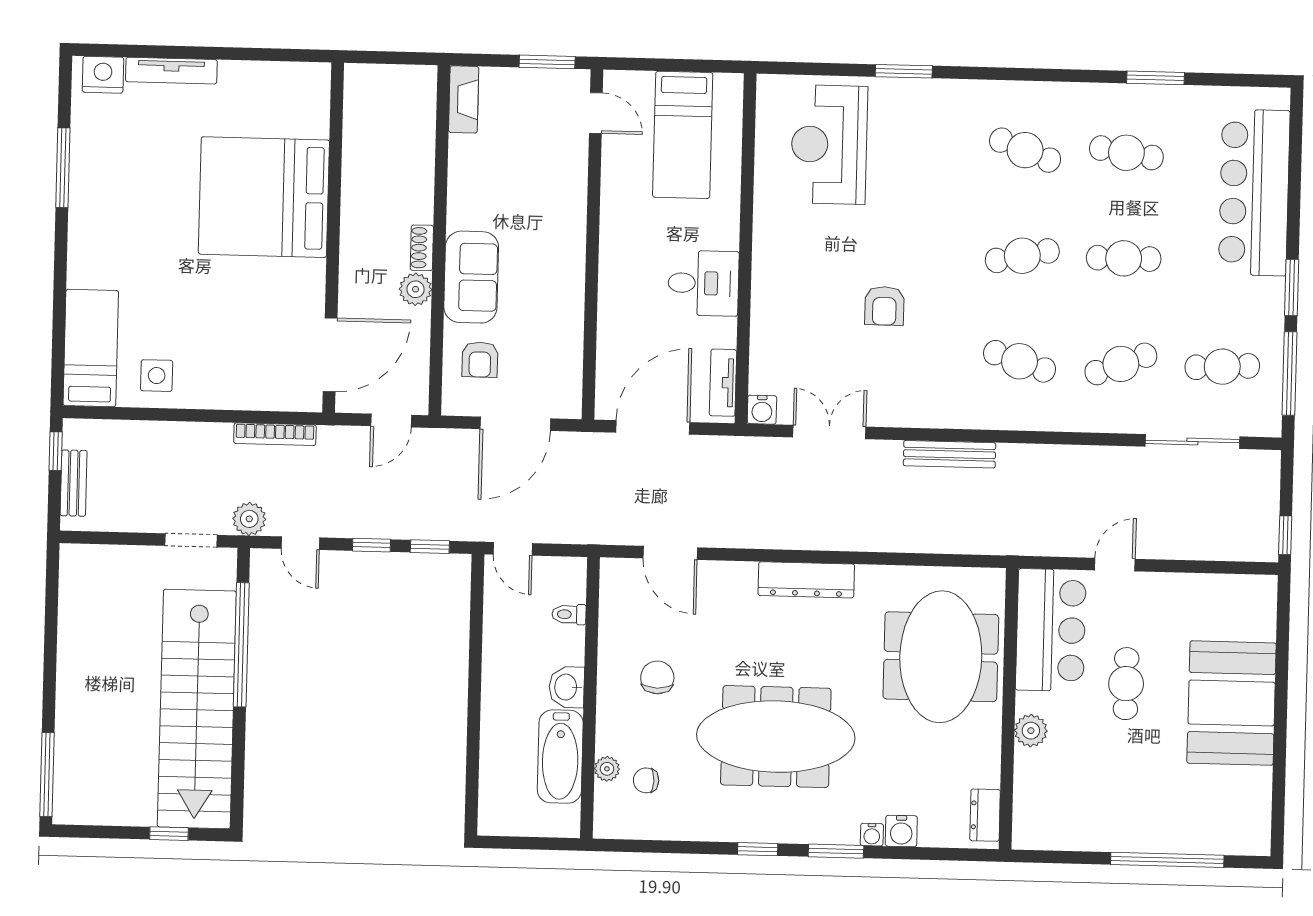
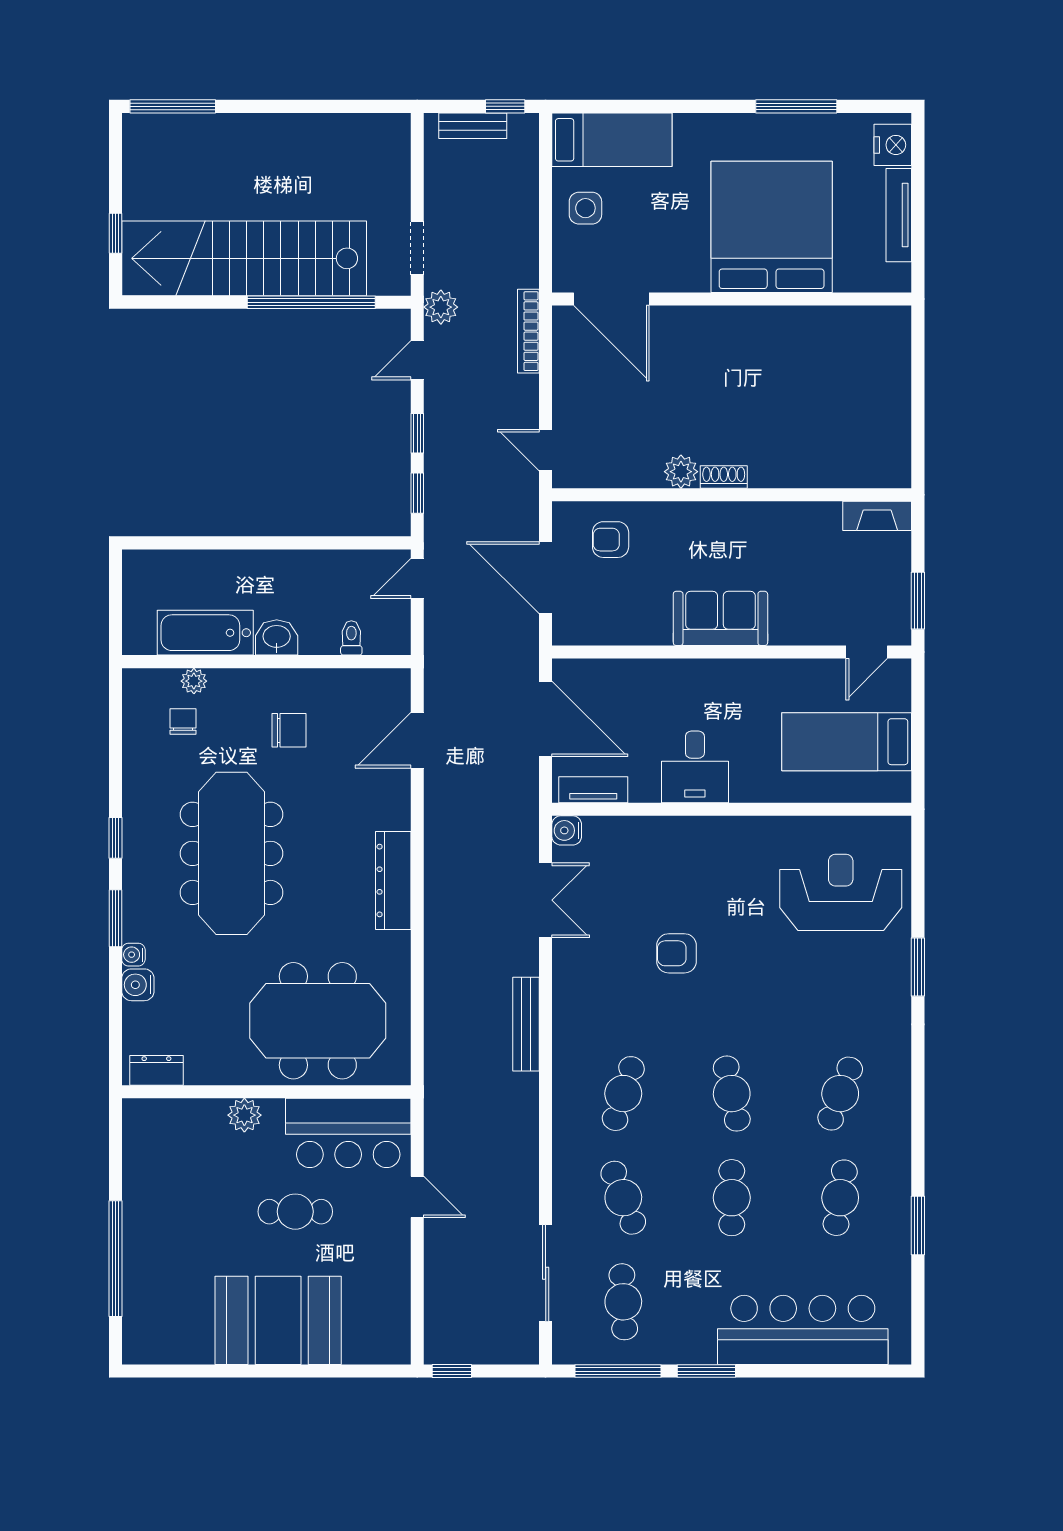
bed: (264, 197) -> (772, 227), moved
wall: (333, 238) -> (732, 299), moved
sofa: (471, 277) -> (720, 618), moved, turned 180
door: (330, 355) -> (611, 299), moved

